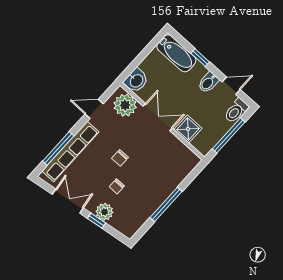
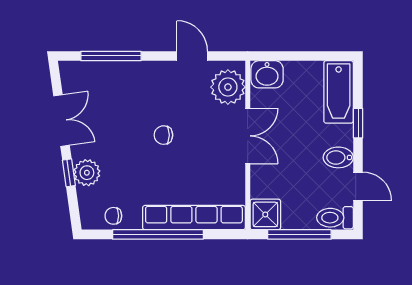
shower: (188, 129) -> (265, 214), moved
row of seats: (70, 152) -> (194, 218), moved, turned 180
chair: (117, 186) -> (113, 216), moved
window: (166, 204) -> (158, 234), width x1.46

